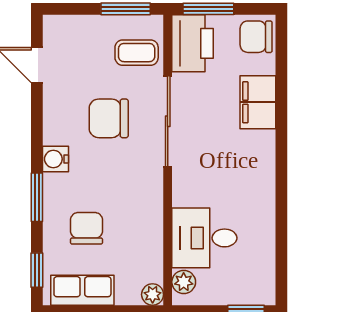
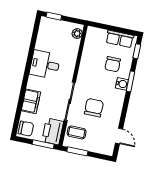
chair: (109, 118) -> (94, 108), turned -90
water cooler: (55, 159) -> (122, 84), moved
desk: (204, 238) -> (45, 65), moved, turned 180
plant: (153, 295) -> (91, 31), removed

